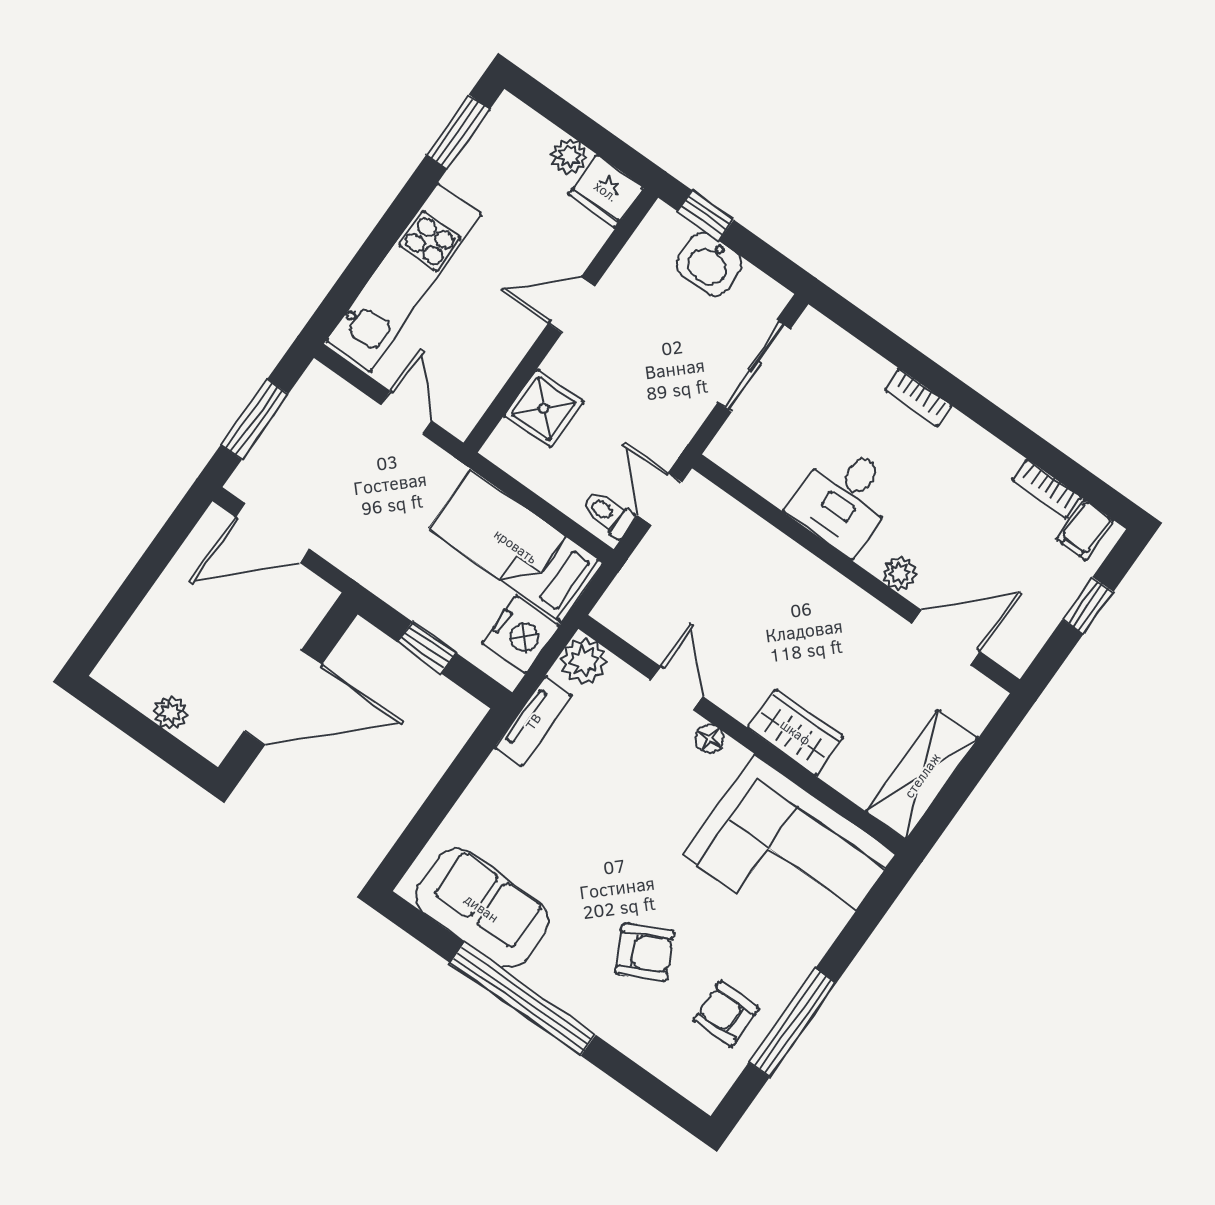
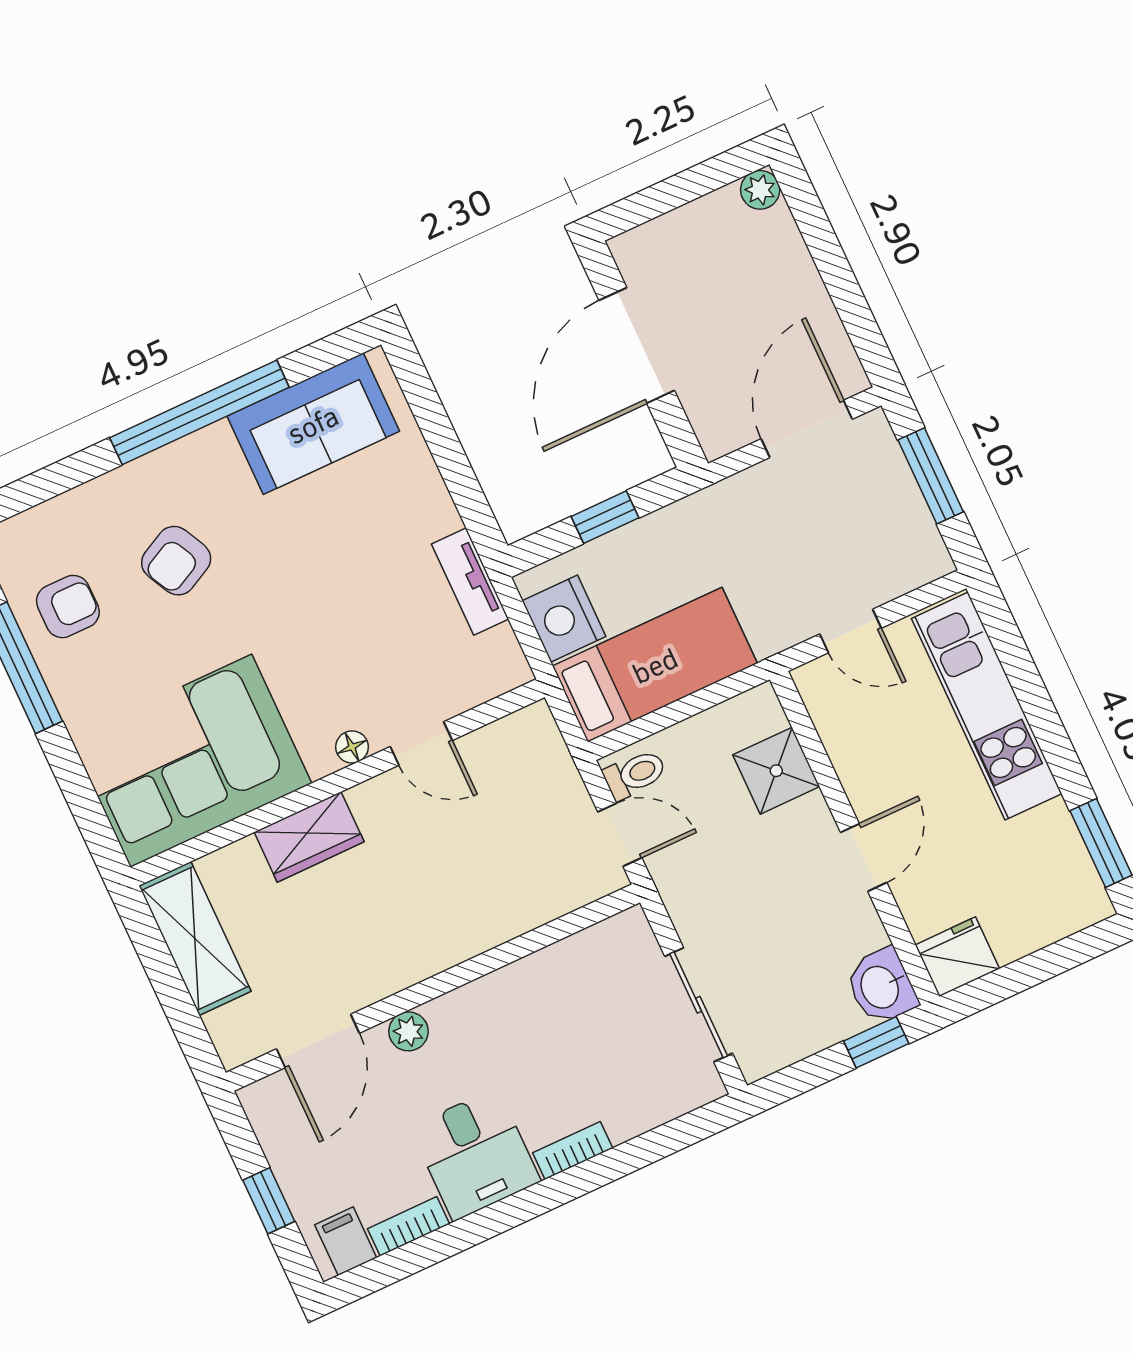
plant: (569, 156) -> (1013, 940), removed
washbasin: (709, 264) -> (881, 987), moved, turned -90
desk: (844, 499) -> (475, 1154), moved, turned 180
plant: (584, 661) -> (501, 666), removed
plant: (171, 713) -> (760, 190), moved

